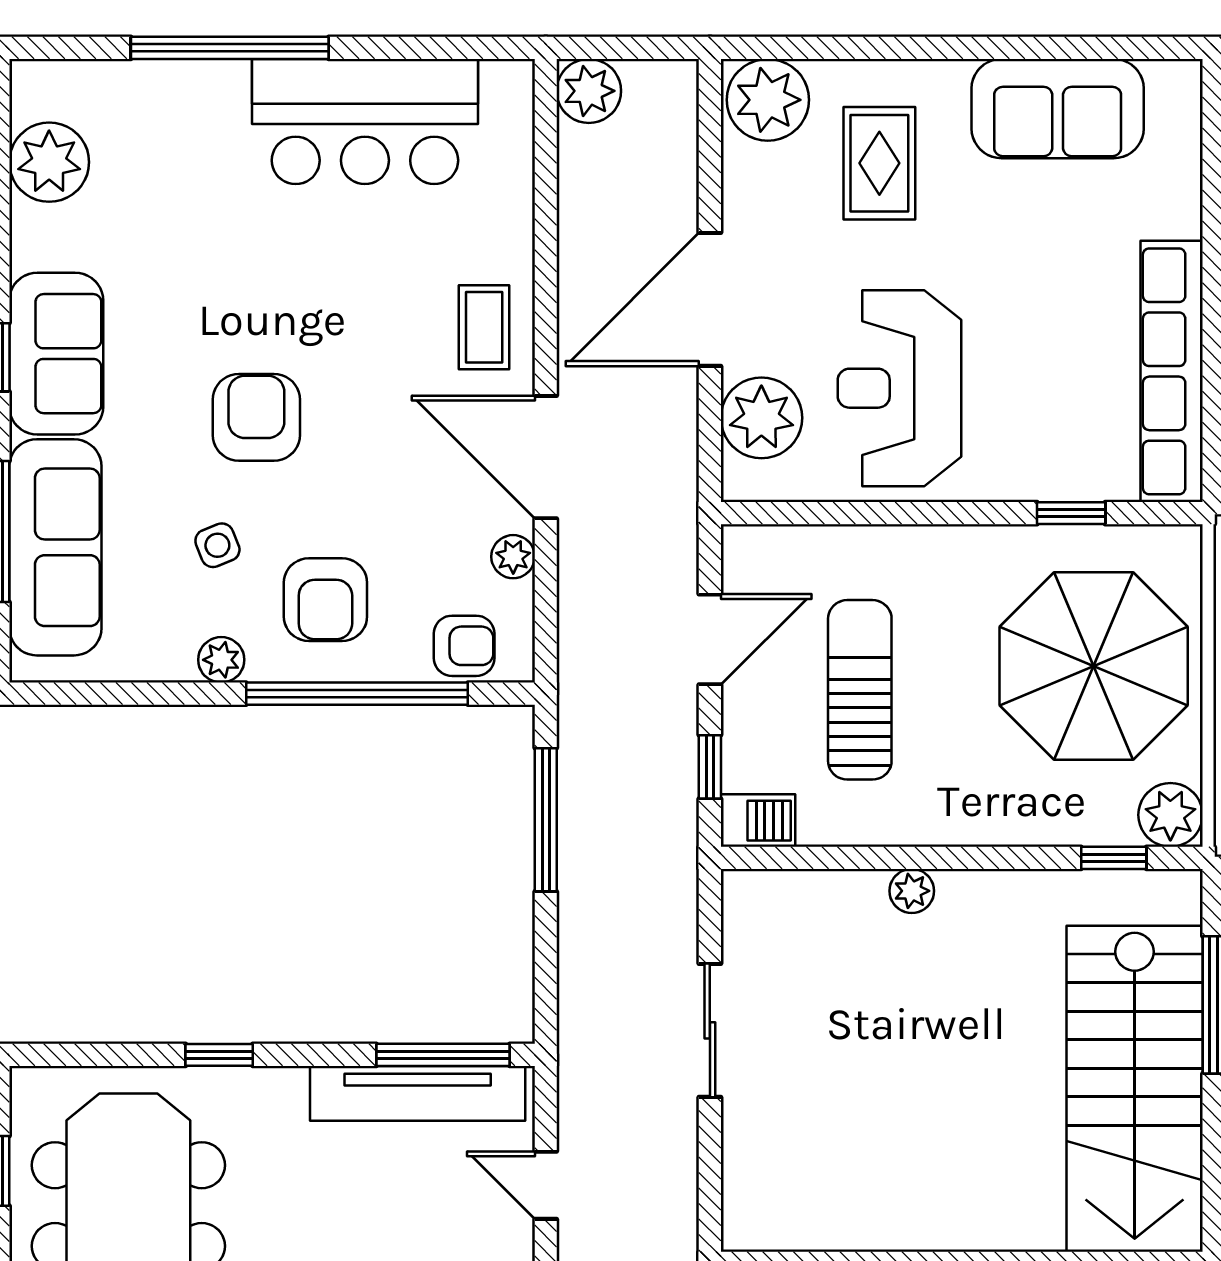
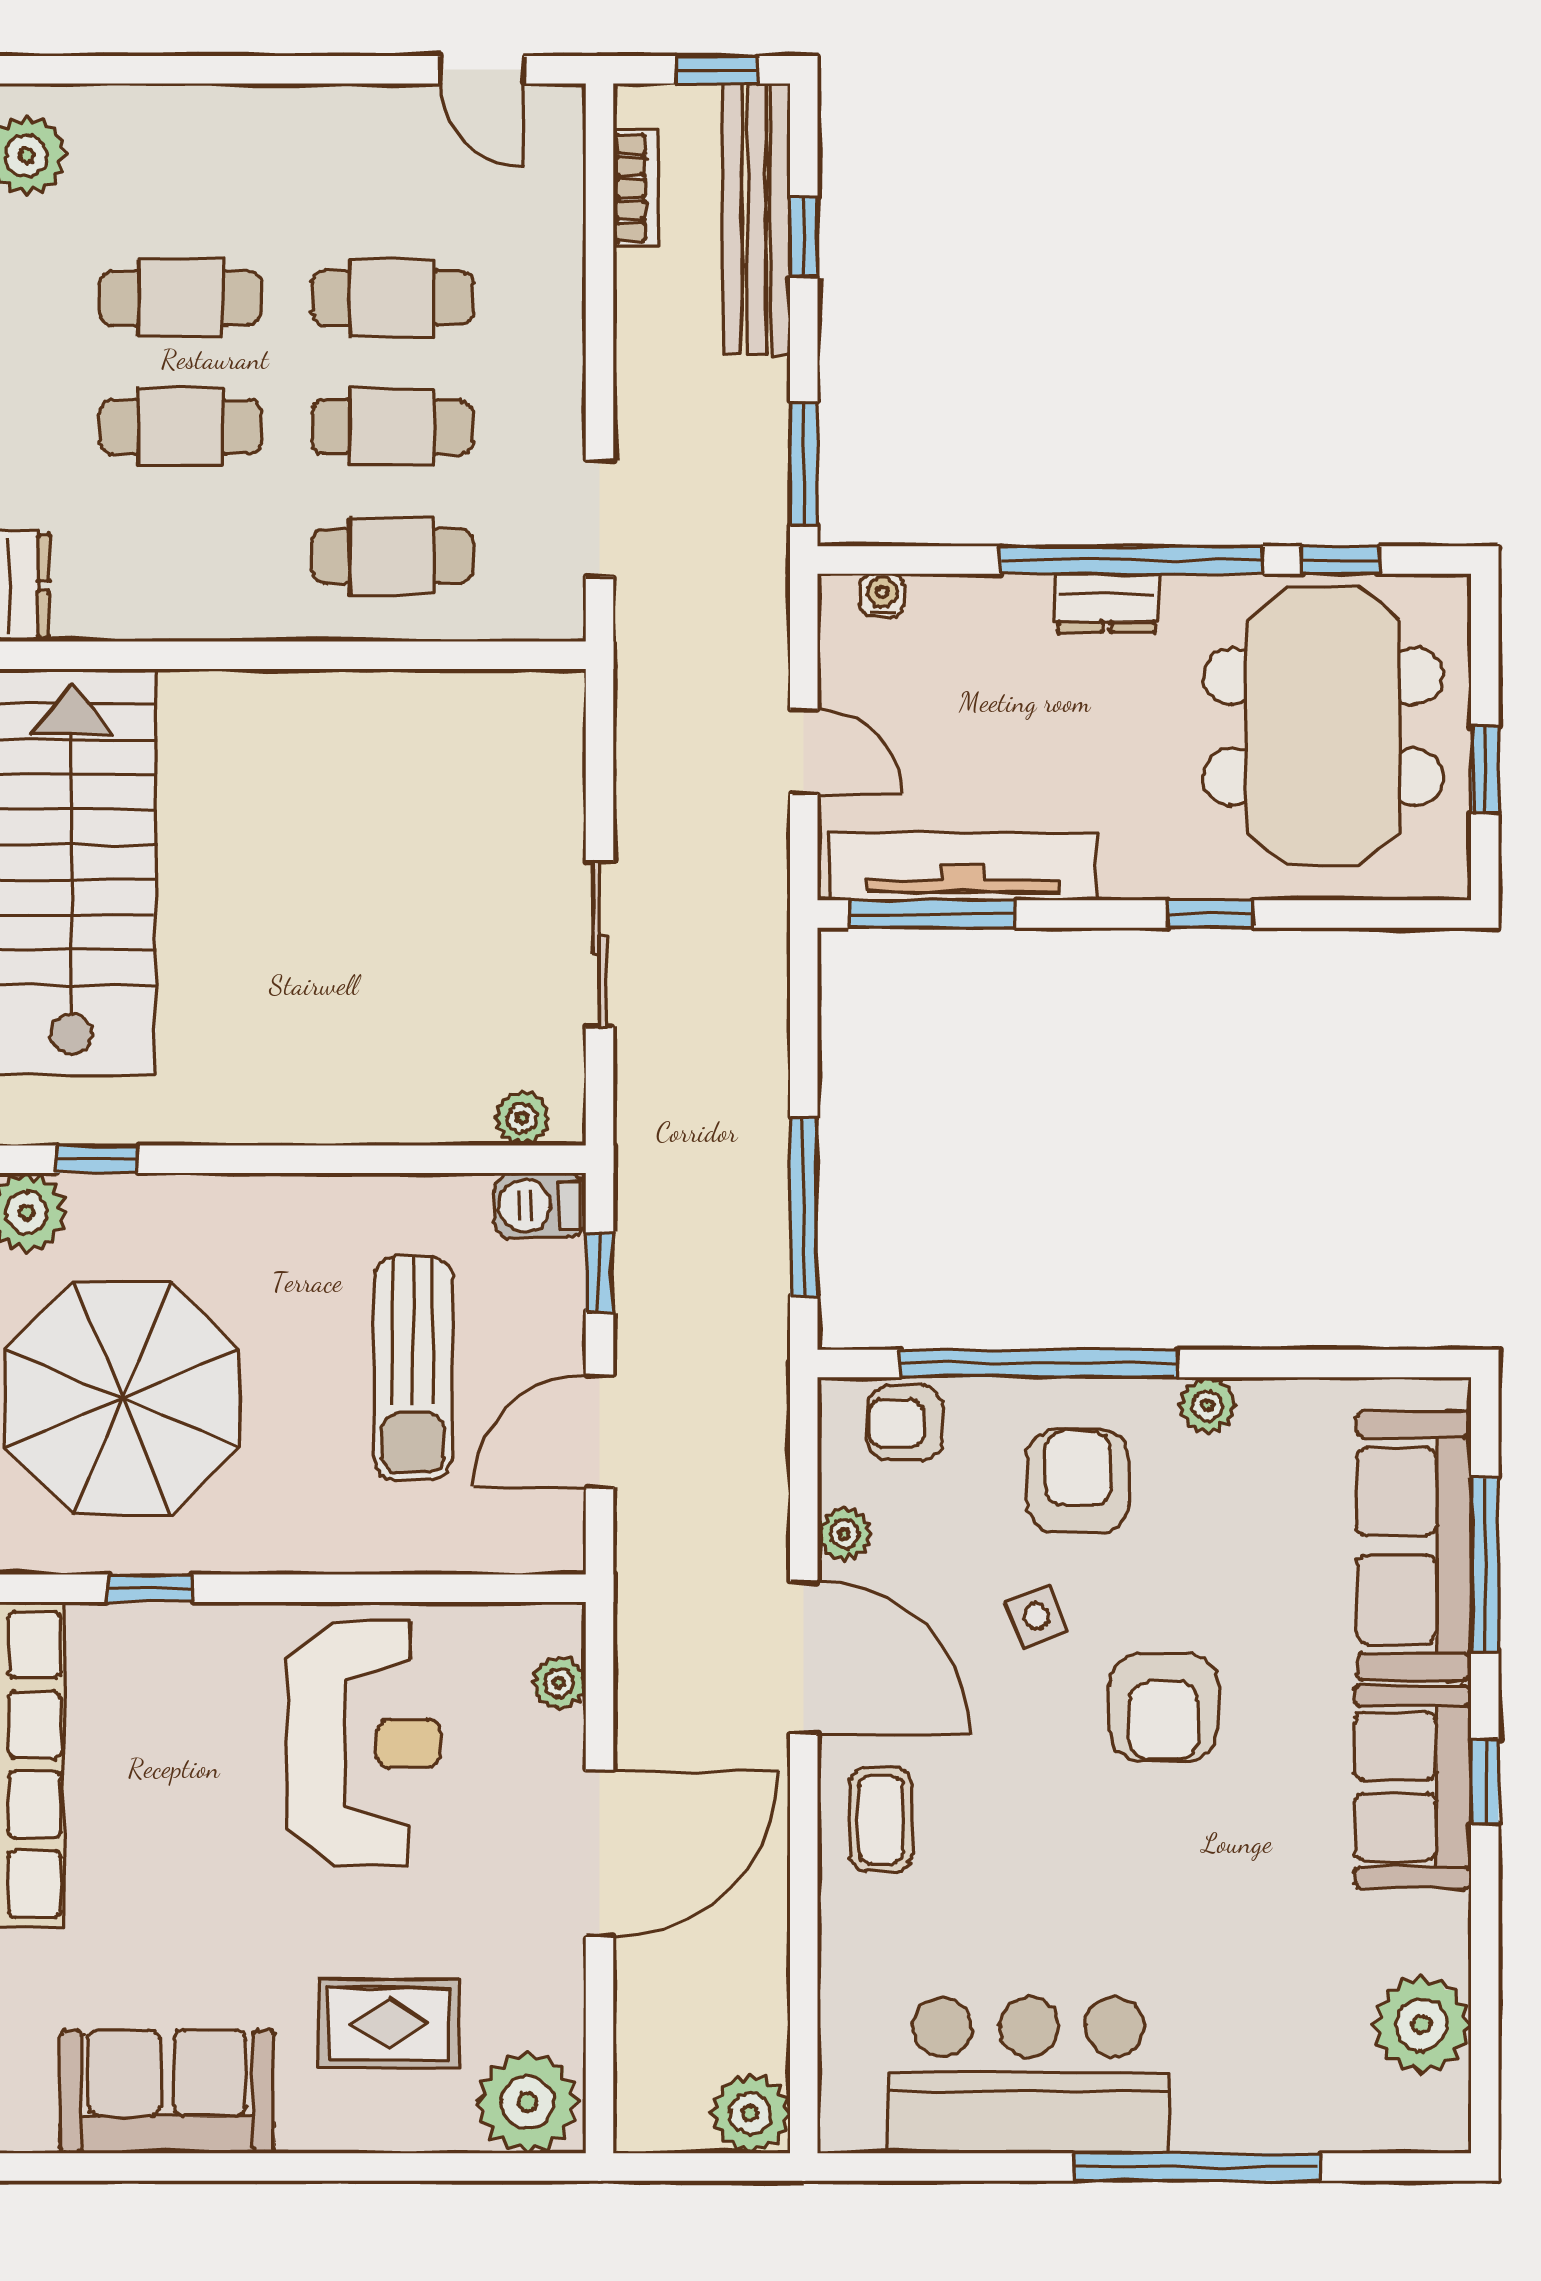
rug: (879, 163) -> (389, 2023), turned 90
plant: (761, 418) -> (559, 1683), width x0.53, depth x0.53
side table: (217, 545) -> (1037, 1617), moved
plant: (912, 891) -> (522, 1118), moved

